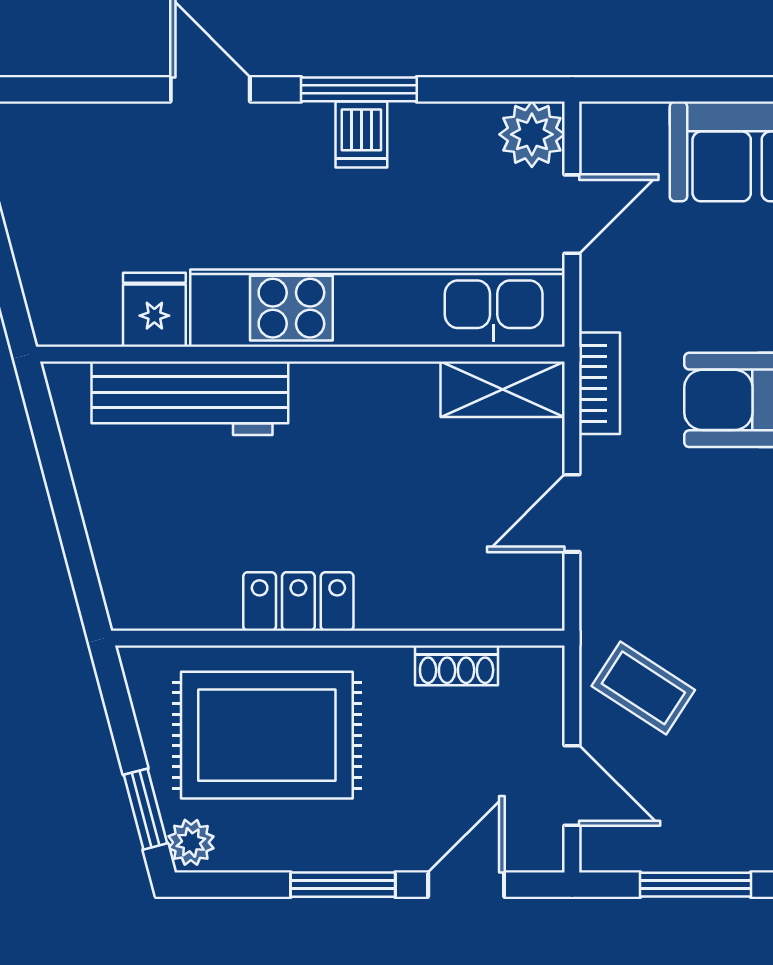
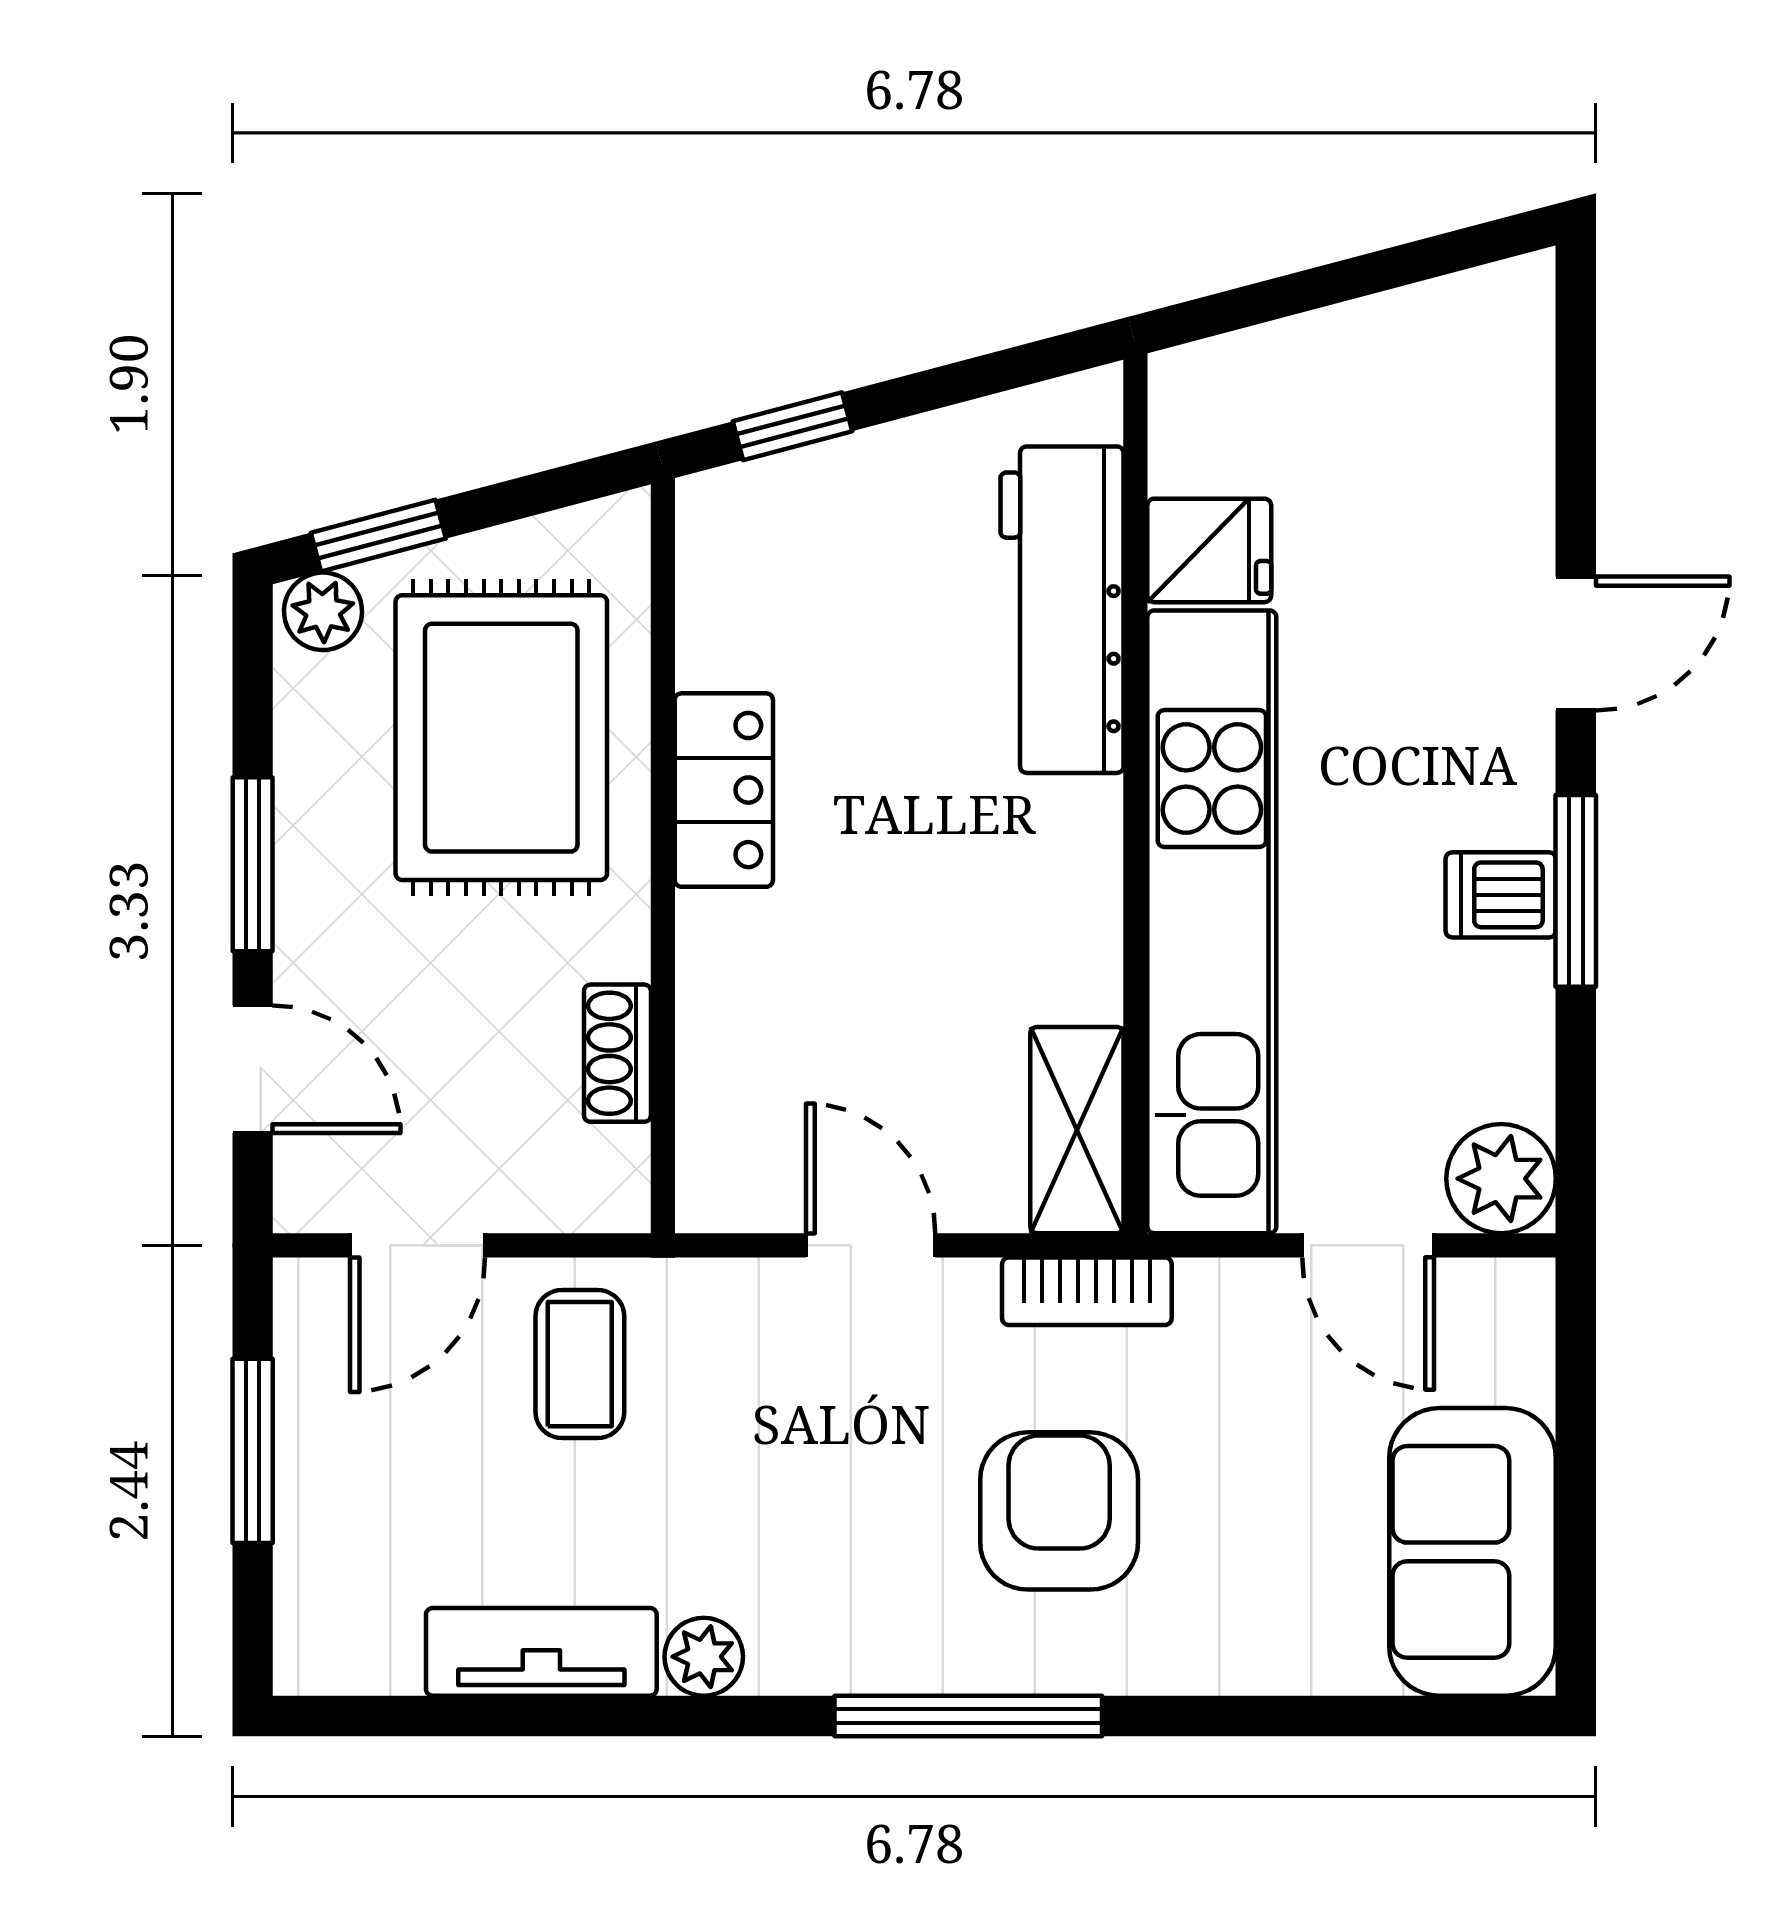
window: (80, 560) -> (793, 426), added
coffee table: (643, 688) -> (580, 1364), turned -33

